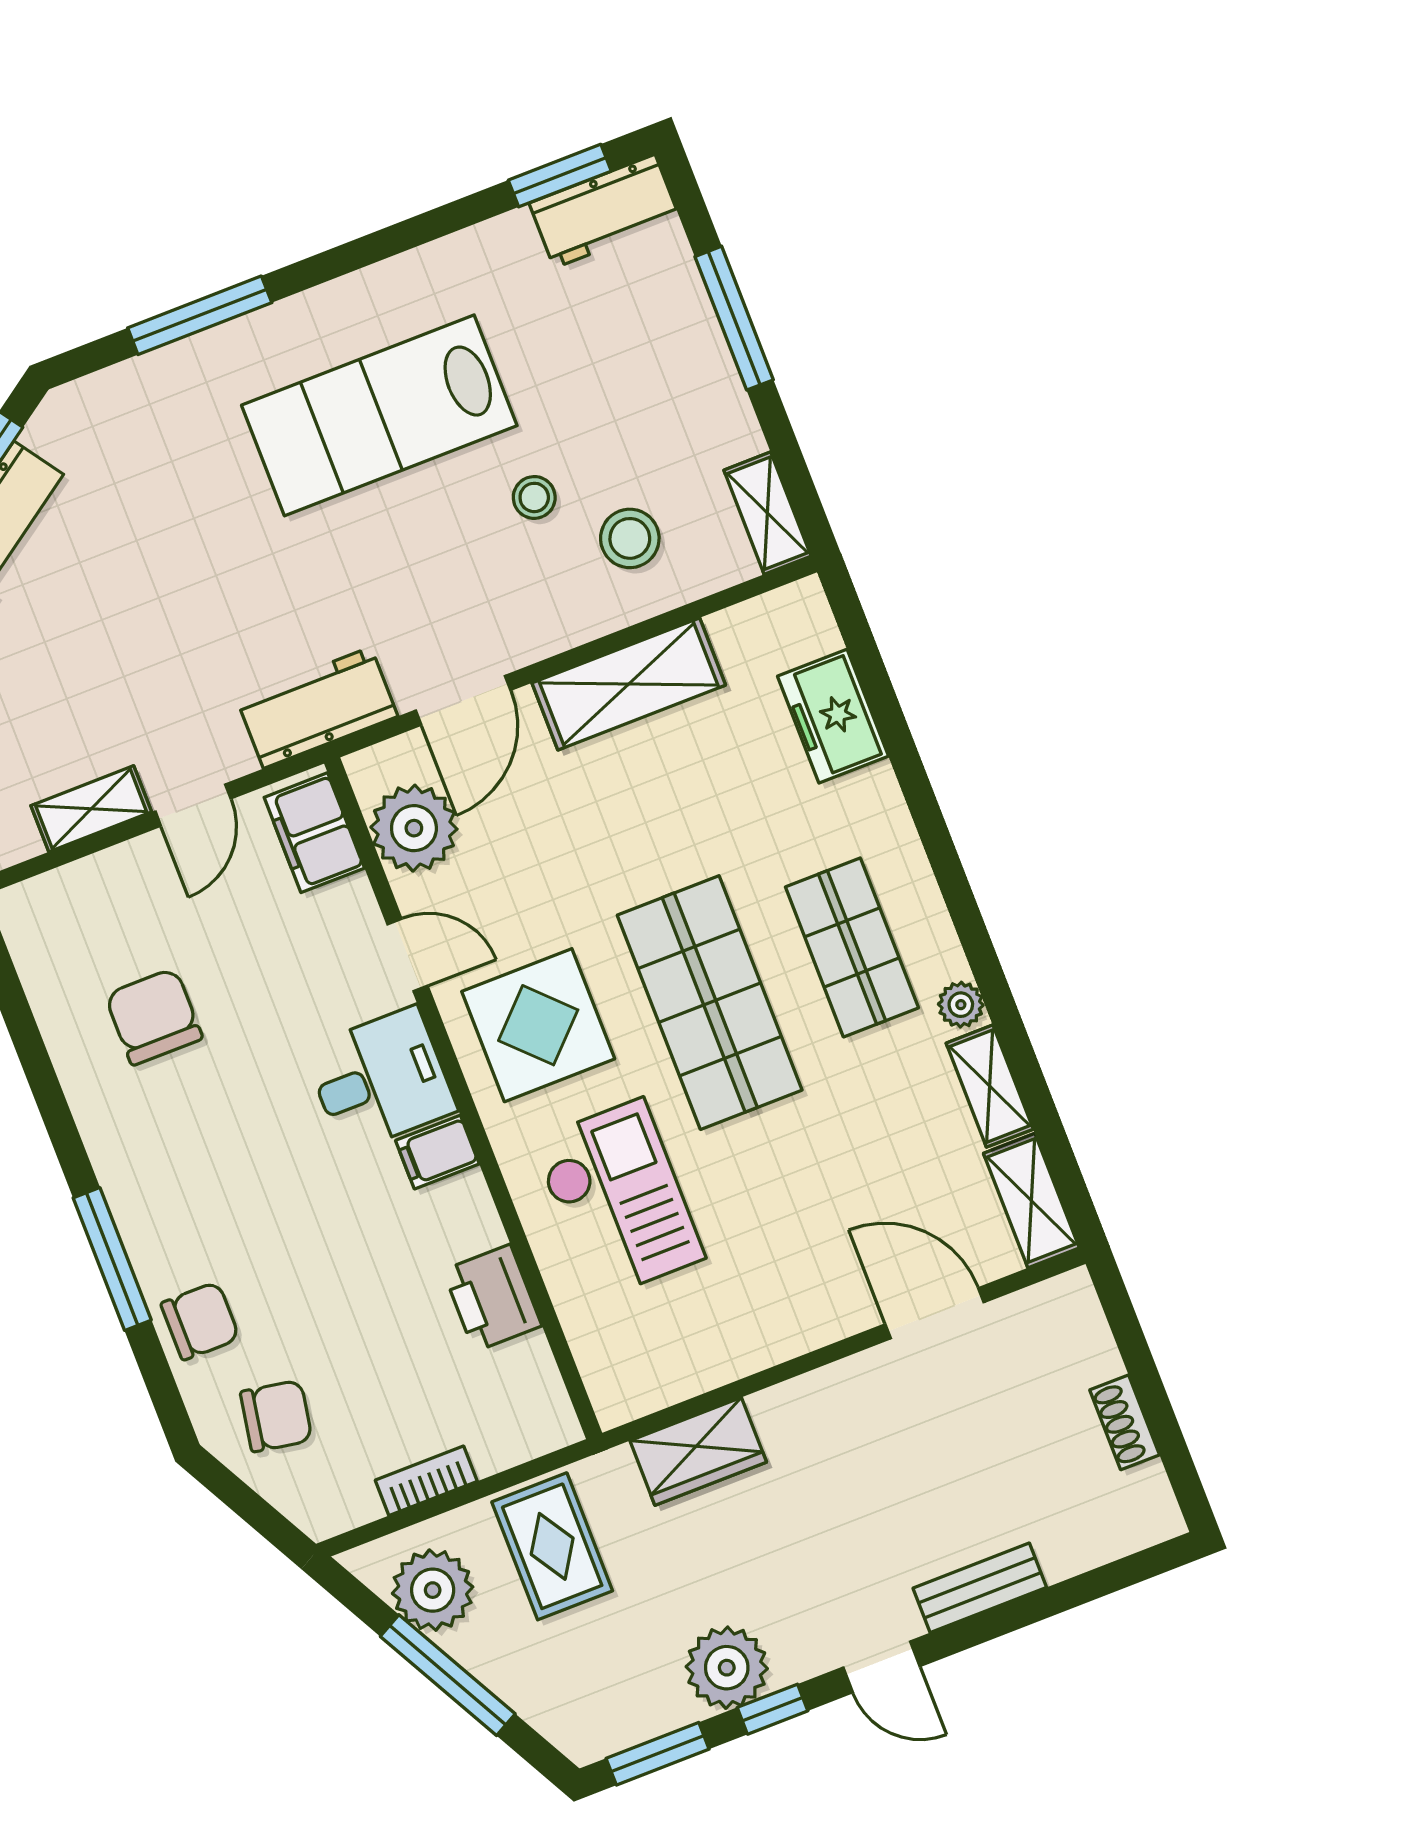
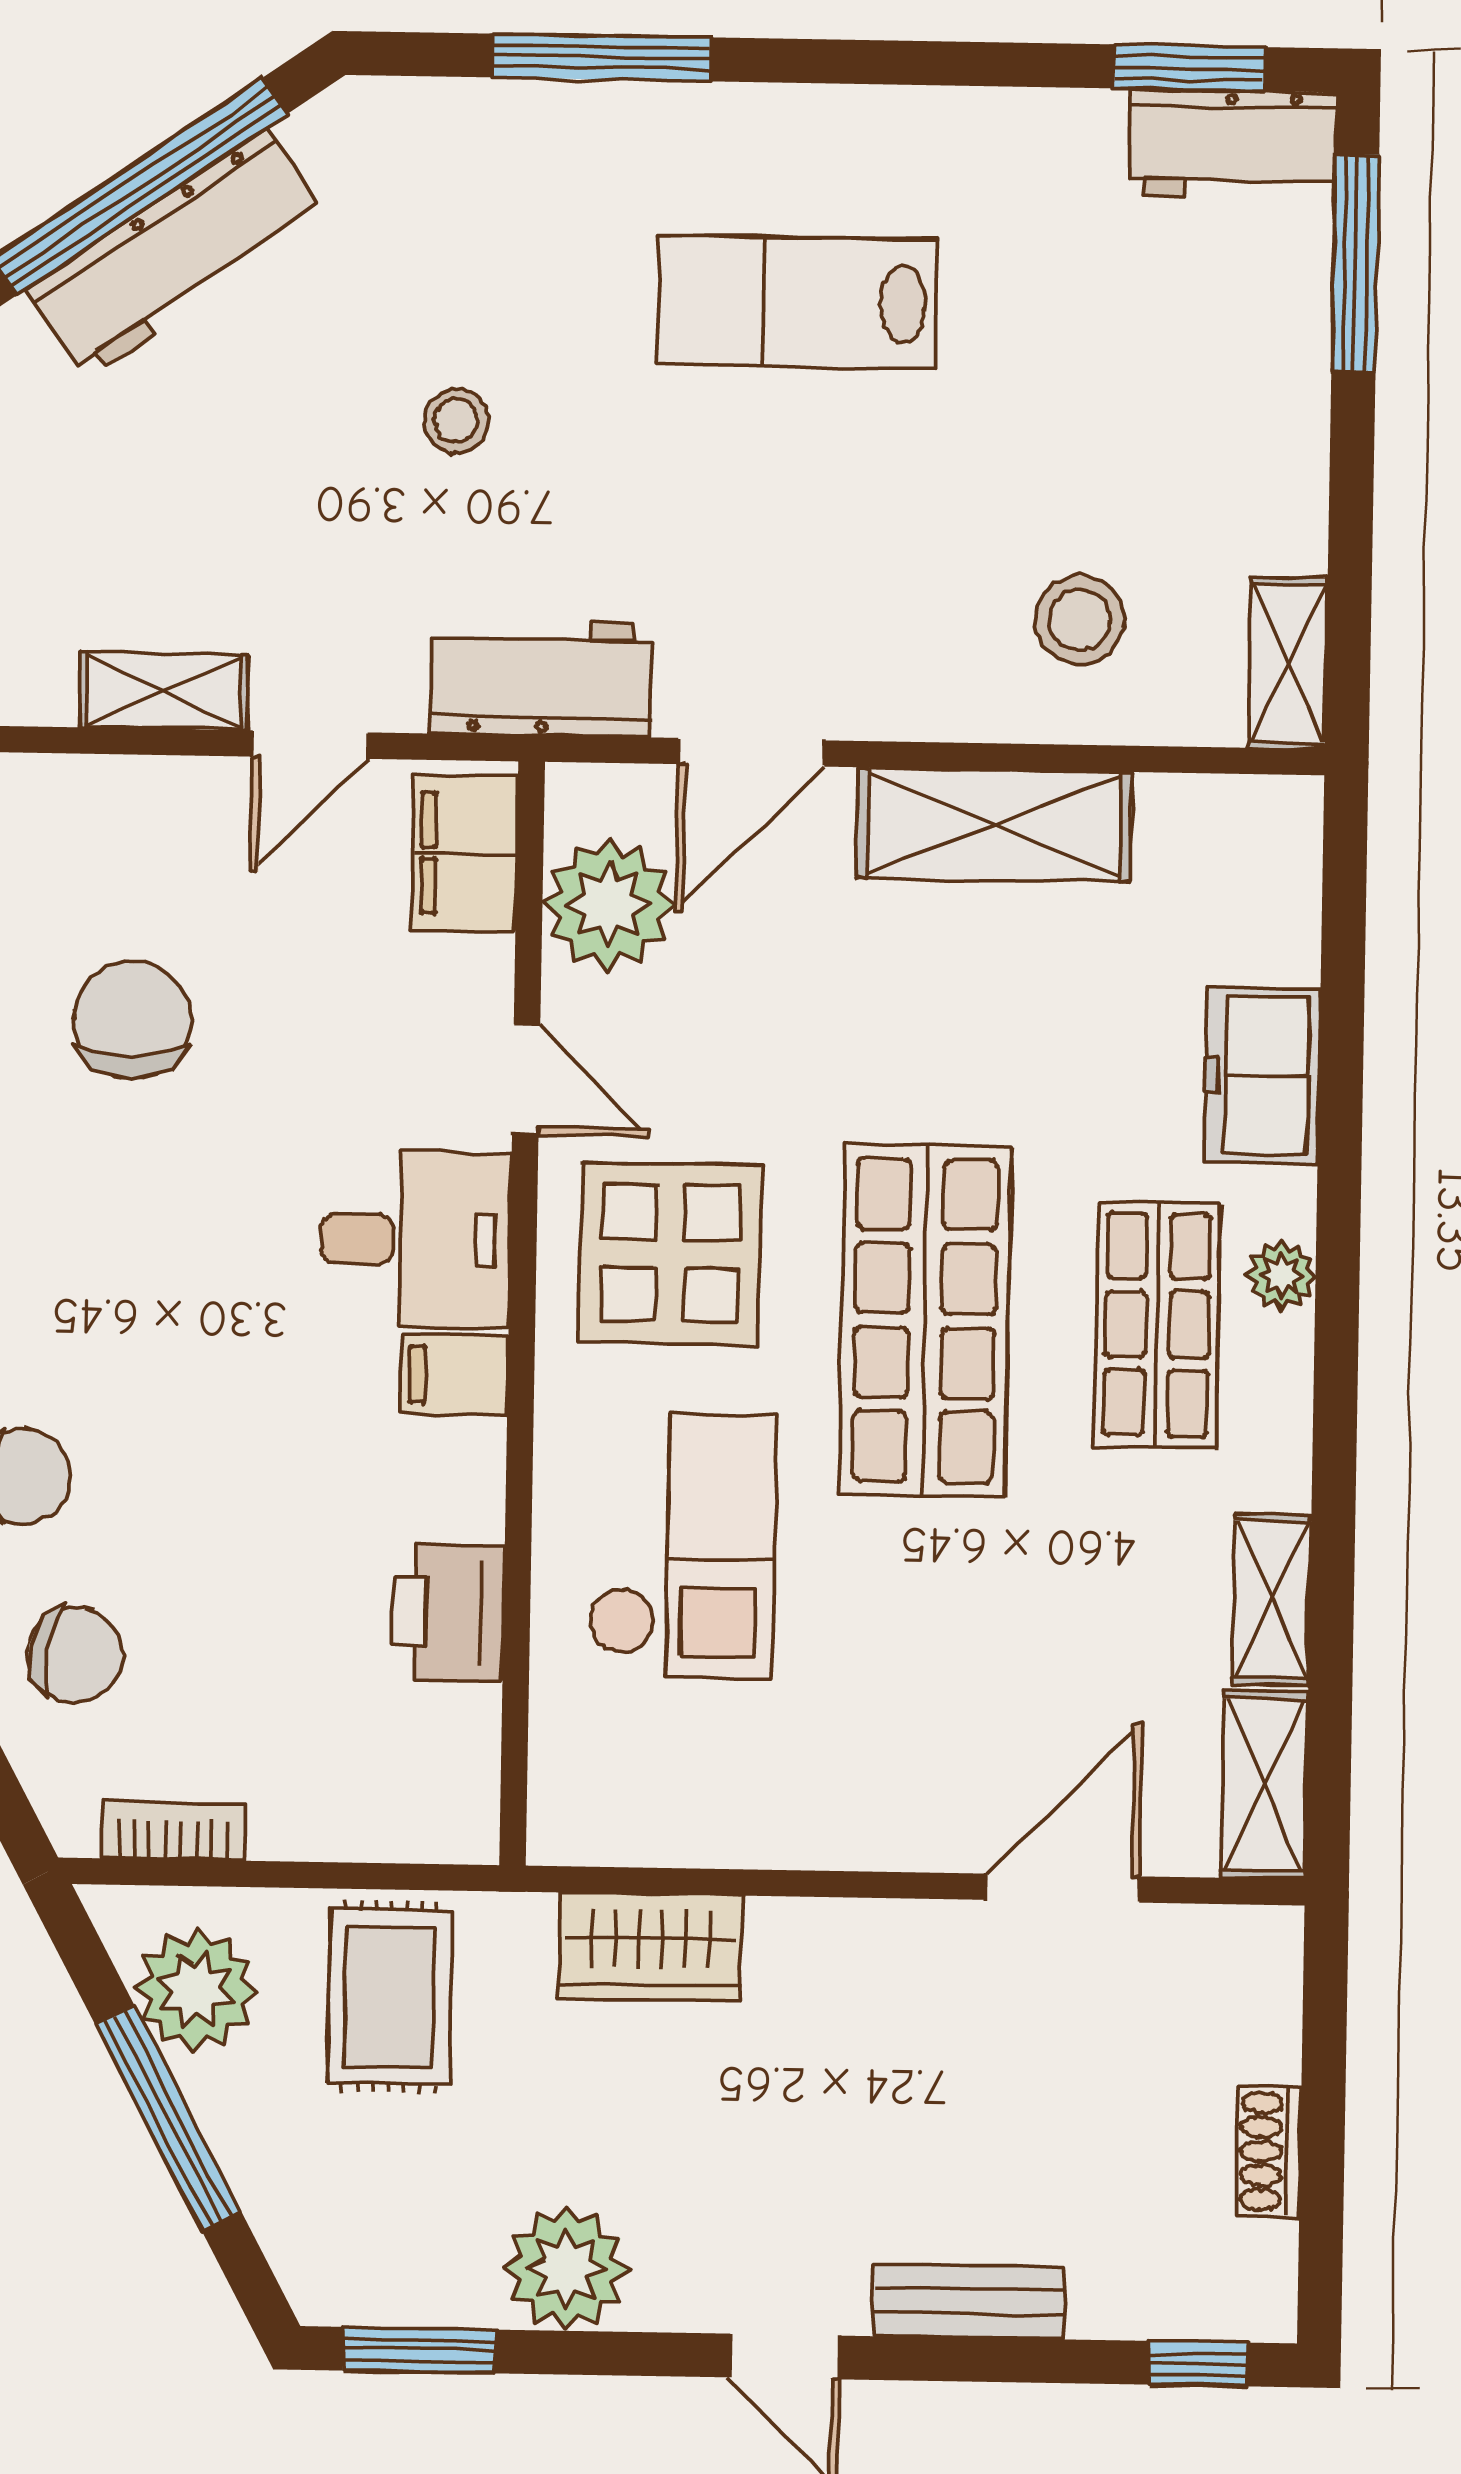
window: (734, 318) -> (1355, 264), moved
lab bench: (379, 415) -> (797, 302), width x0.73, depth x0.72
stool: (534, 497) -> (456, 421), moved
freezer: (833, 716) -> (1262, 1076), moved
plant: (961, 1005) -> (1281, 1275), moved
door: (935, 1313) -> (1063, 1888), hinge flipped
bookcase: (426, 1481) -> (173, 1831), moved
window: (773, 1709) -> (1199, 2364), moved

